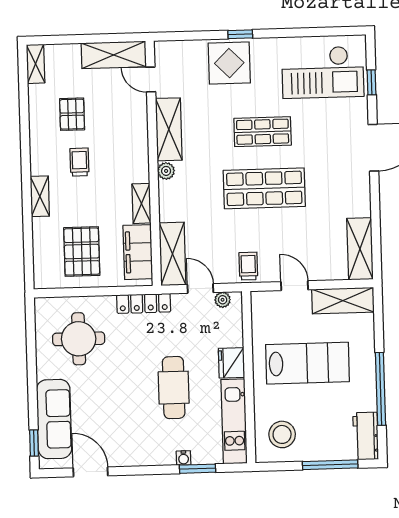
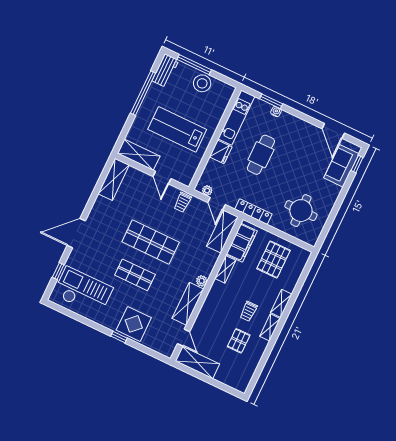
shelving: (36, 64) -> (270, 327), moved
sofa: (54, 419) -> (341, 166), width x0.73
stool: (282, 434) -> (202, 83), moved

